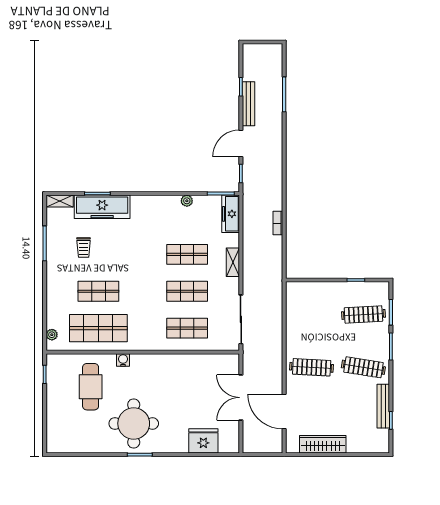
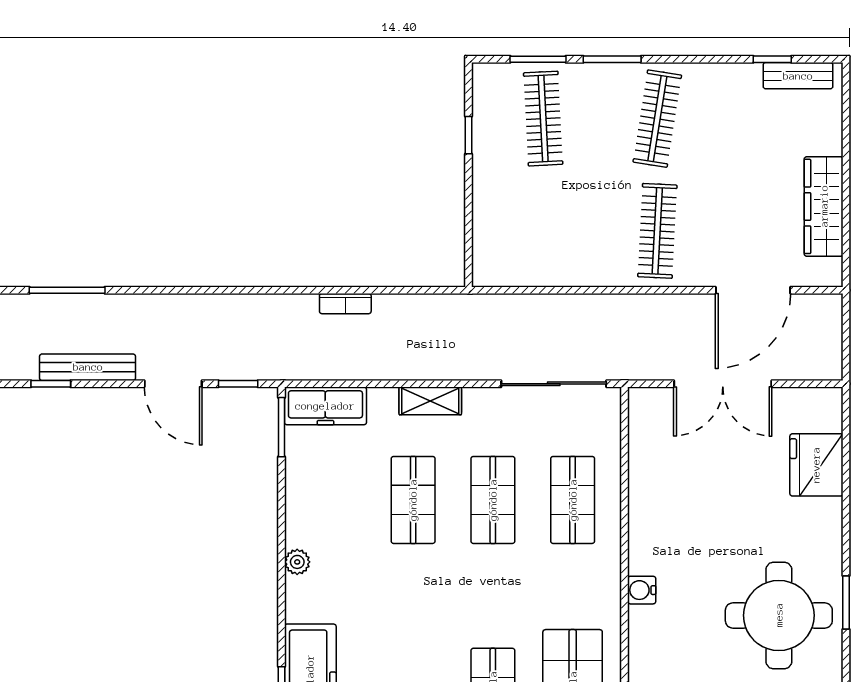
plant: (187, 201) -> (297, 562), moved
water cooler: (123, 360) -> (642, 590), moved
bench: (383, 406) -> (798, 76), moved, width x0.73

